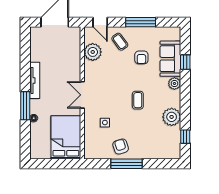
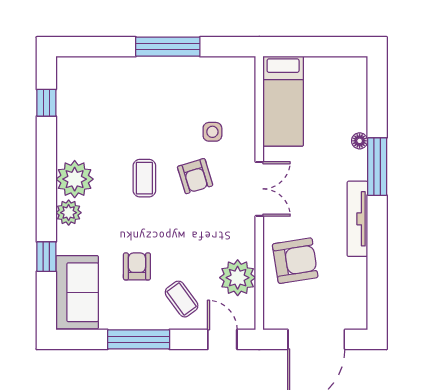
sofa: (170, 59) -> (77, 292), moved
armchair: (65, 60) -> (295, 261), added
plant: (172, 117) -> (75, 179), moved
bed: (66, 137) -> (283, 101), width x0.67
armchair: (121, 147) -> (195, 176), moved

